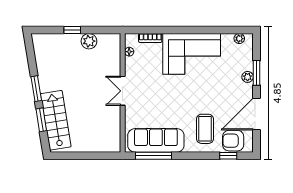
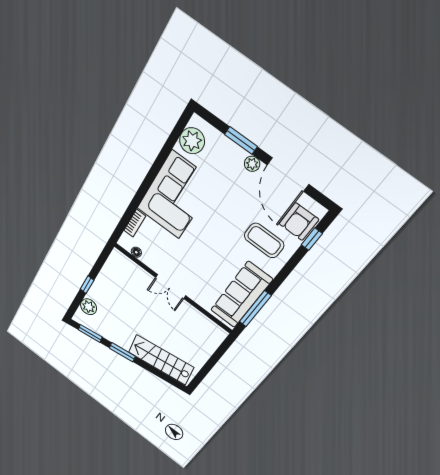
plant: (239, 39) -> (192, 141), width x1.88, depth x1.88
plant: (89, 41) -> (89, 307), moved
plant: (248, 77) -> (252, 164), moved
window: (41, 120) -> (90, 333), moved

